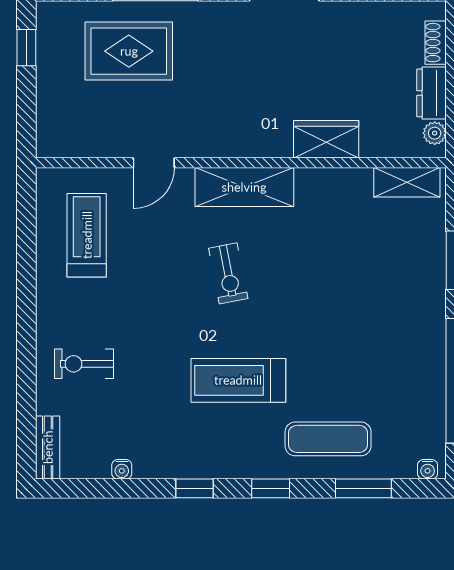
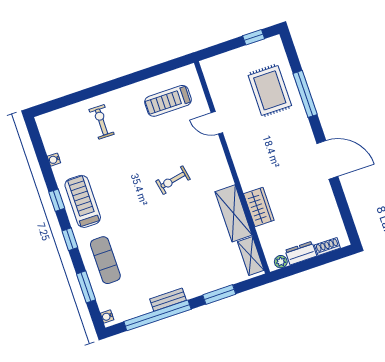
shelving: (244, 187) -> (234, 213), moved
treadmill: (87, 235) -> (168, 101), turned 180
treadmill: (238, 380) -> (83, 201), moved
bench: (48, 447) -> (168, 300), moved

